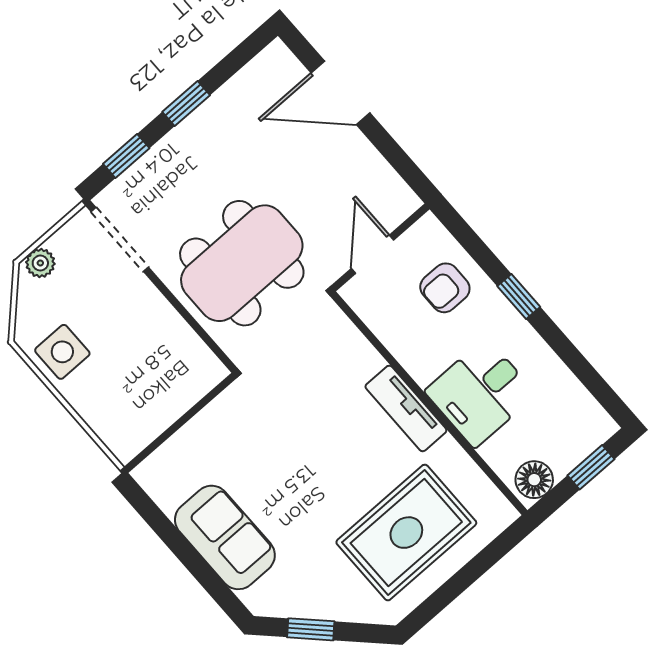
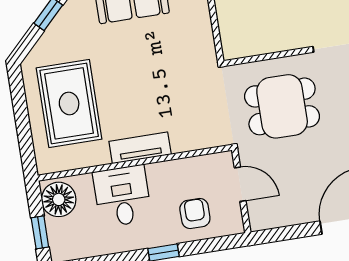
dining table: (242, 263) -> (282, 106), width x0.73
floor lamp: (534, 480) -> (59, 199), width x1.38, depth x1.38

